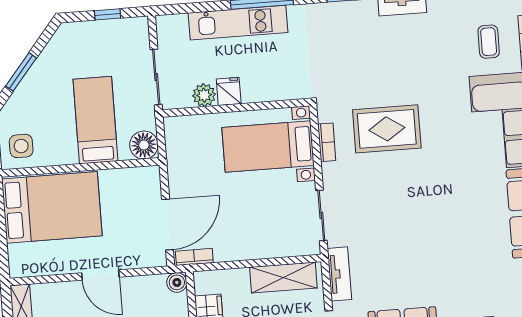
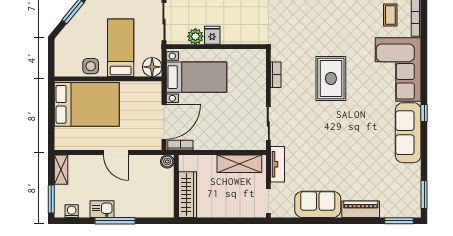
rug: (387, 129) -> (331, 78), moved, turned 90
side table: (21, 146) -> (91, 66), moved
bed with nightstands: (268, 146) -> (196, 77), moved, turned 180

